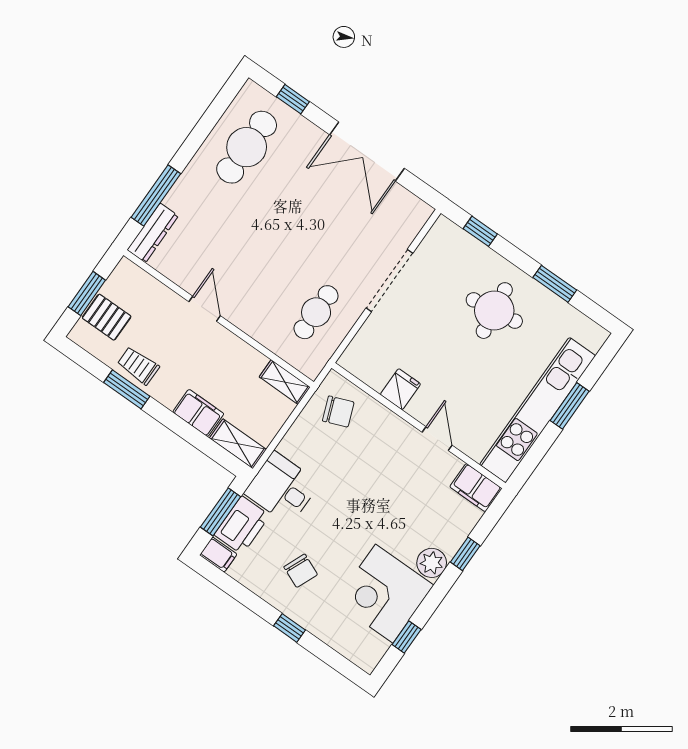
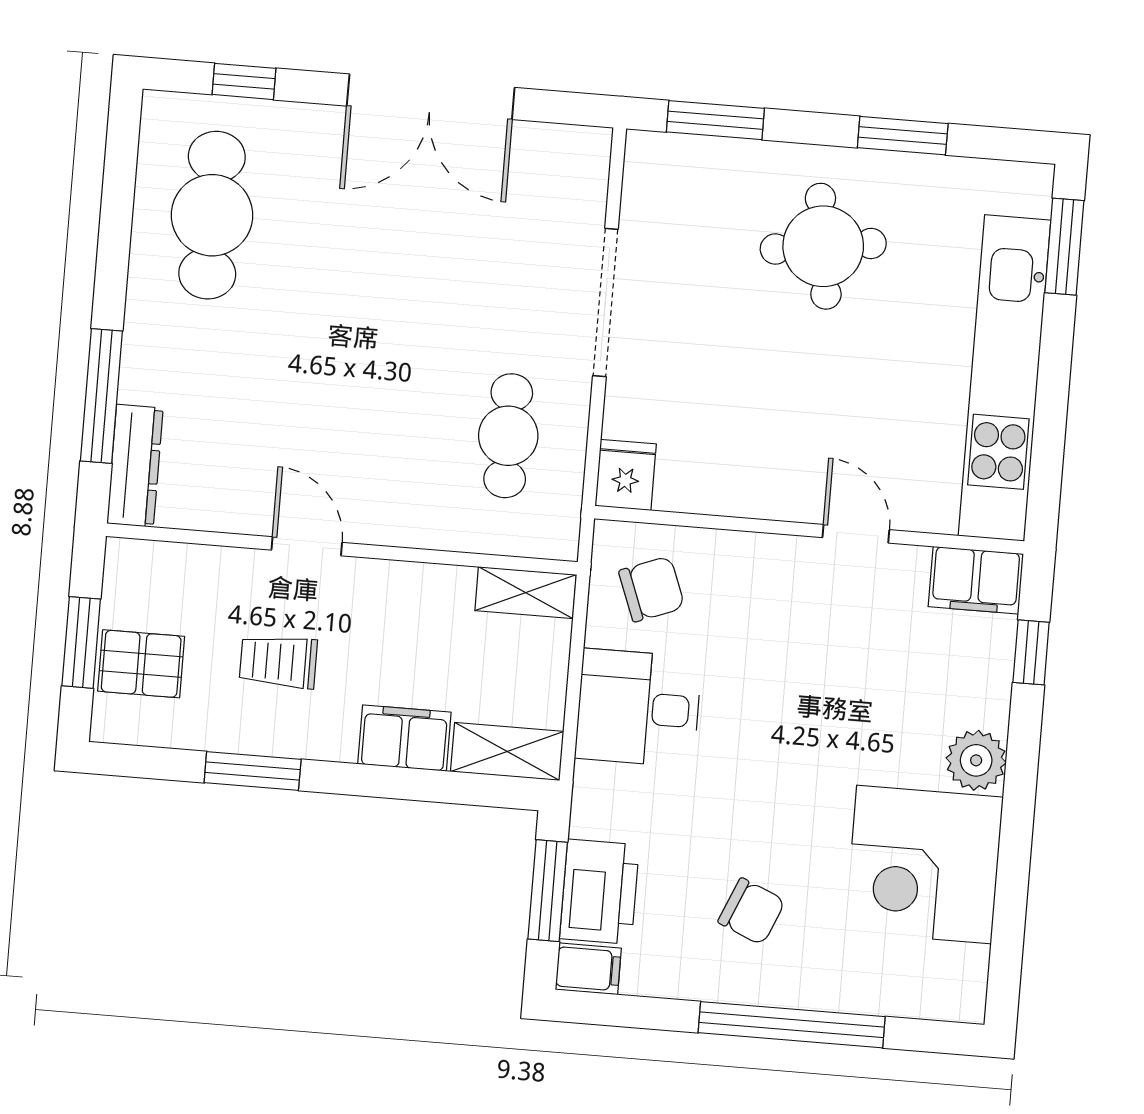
window: (480, 231) -> (715, 120), width x1.50
trolley: (138, 366) -> (278, 662), moved
fridge: (400, 389) -> (626, 475), moved
window: (570, 406) -> (1064, 247), moved
desk: (282, 488) -> (638, 708), moved
window: (465, 554) -> (1031, 652), moved
window: (290, 628) -> (792, 1025), width x3.17
window: (407, 637) -> (1009, 918), removed

